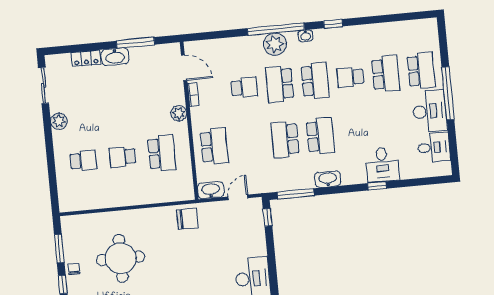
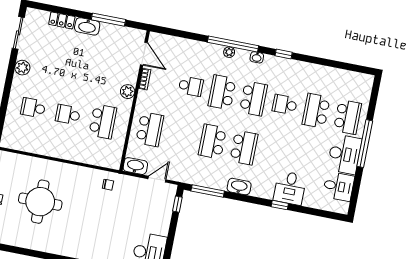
plant: (275, 44) -> (229, 52), width x0.53, depth x0.53
school desk: (386, 74) -> (316, 111), turned 180
school desk: (83, 161) -> (33, 108), turned 180
chair: (187, 219) -> (108, 185), width x0.54, depth x0.54

